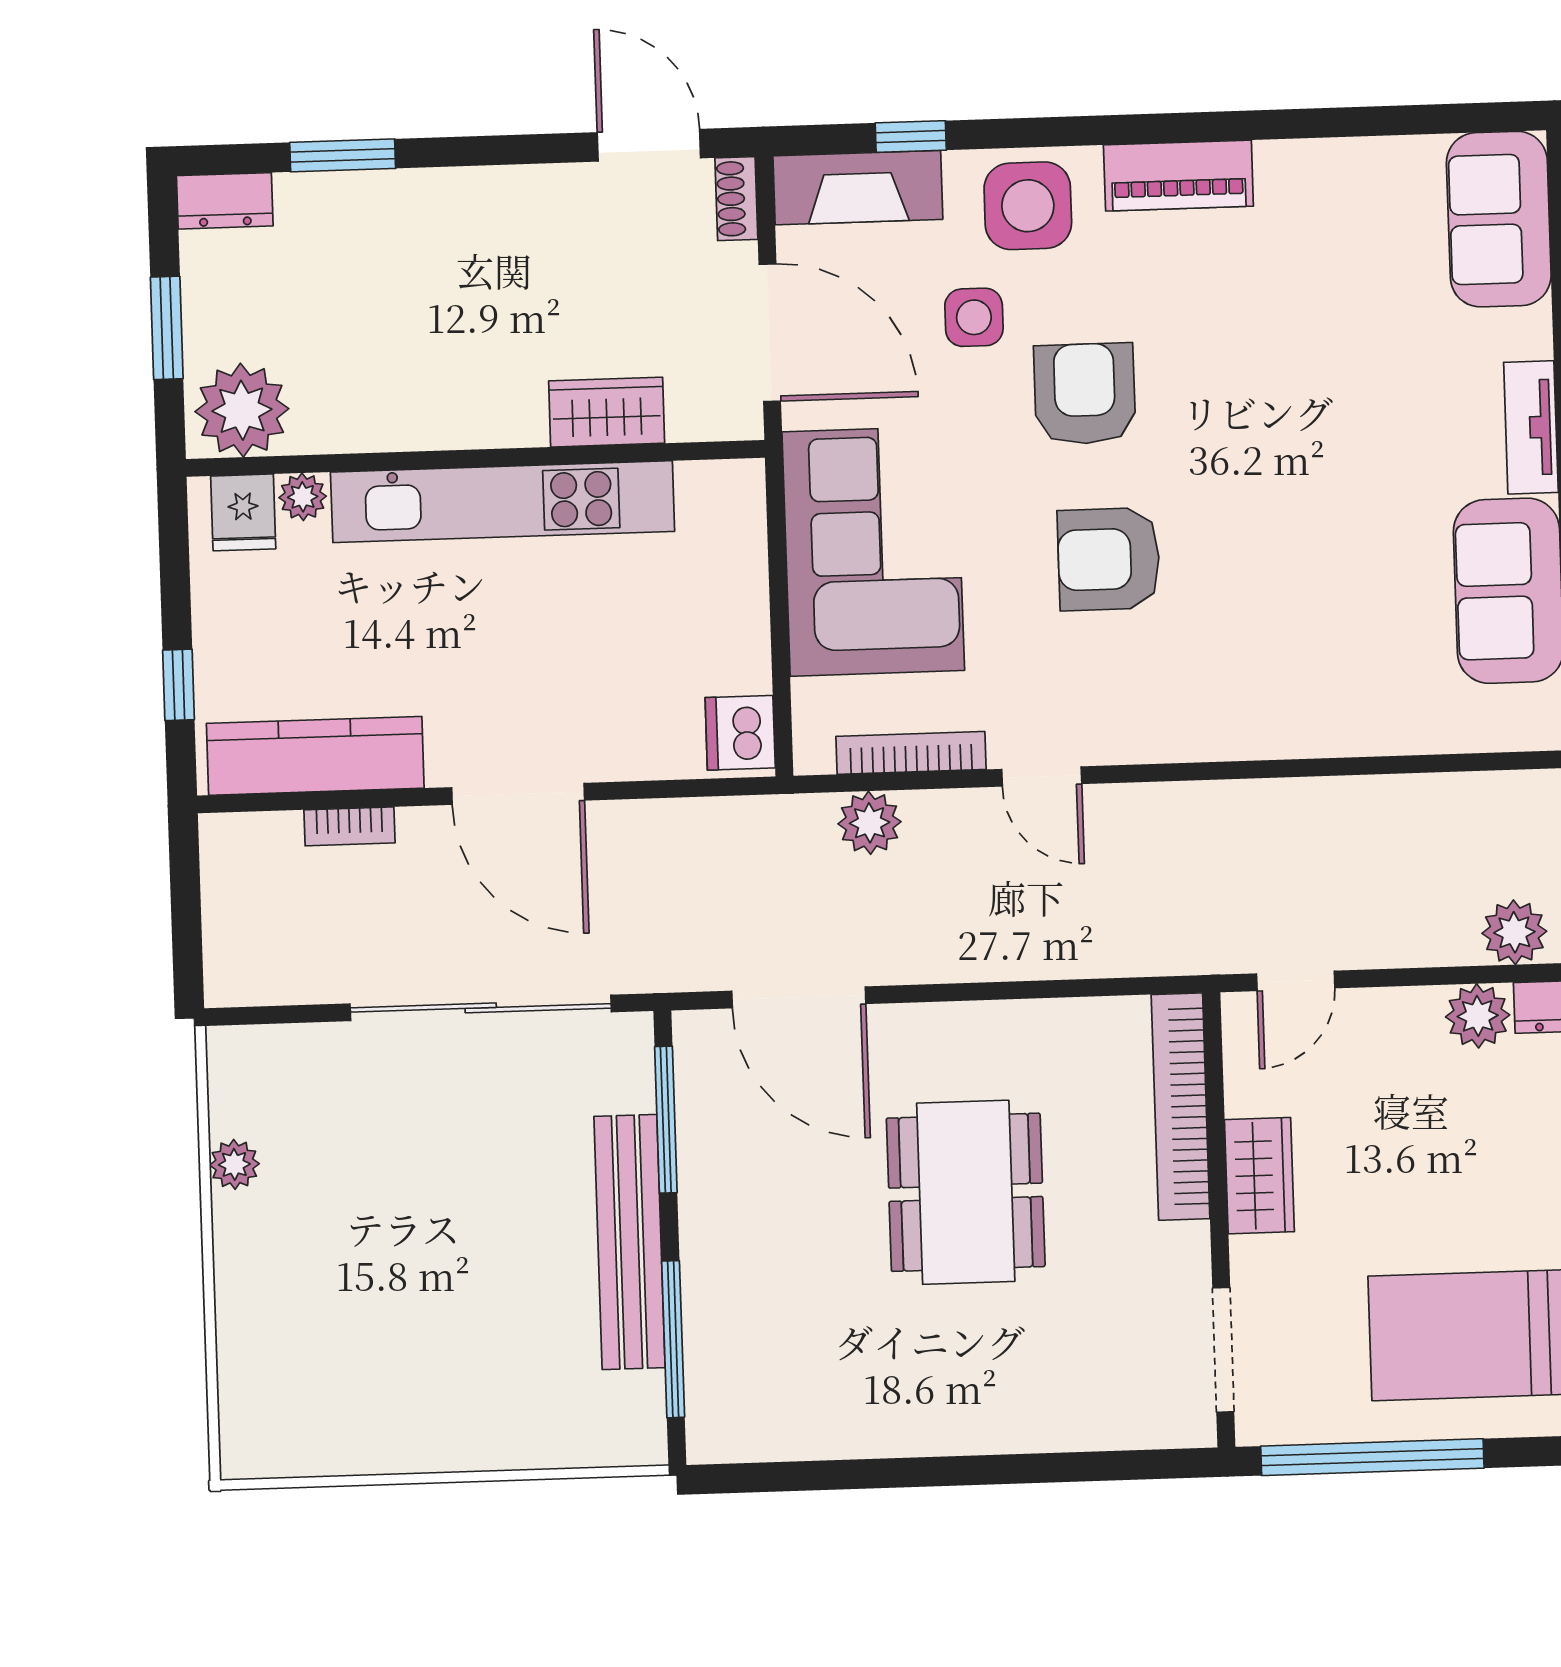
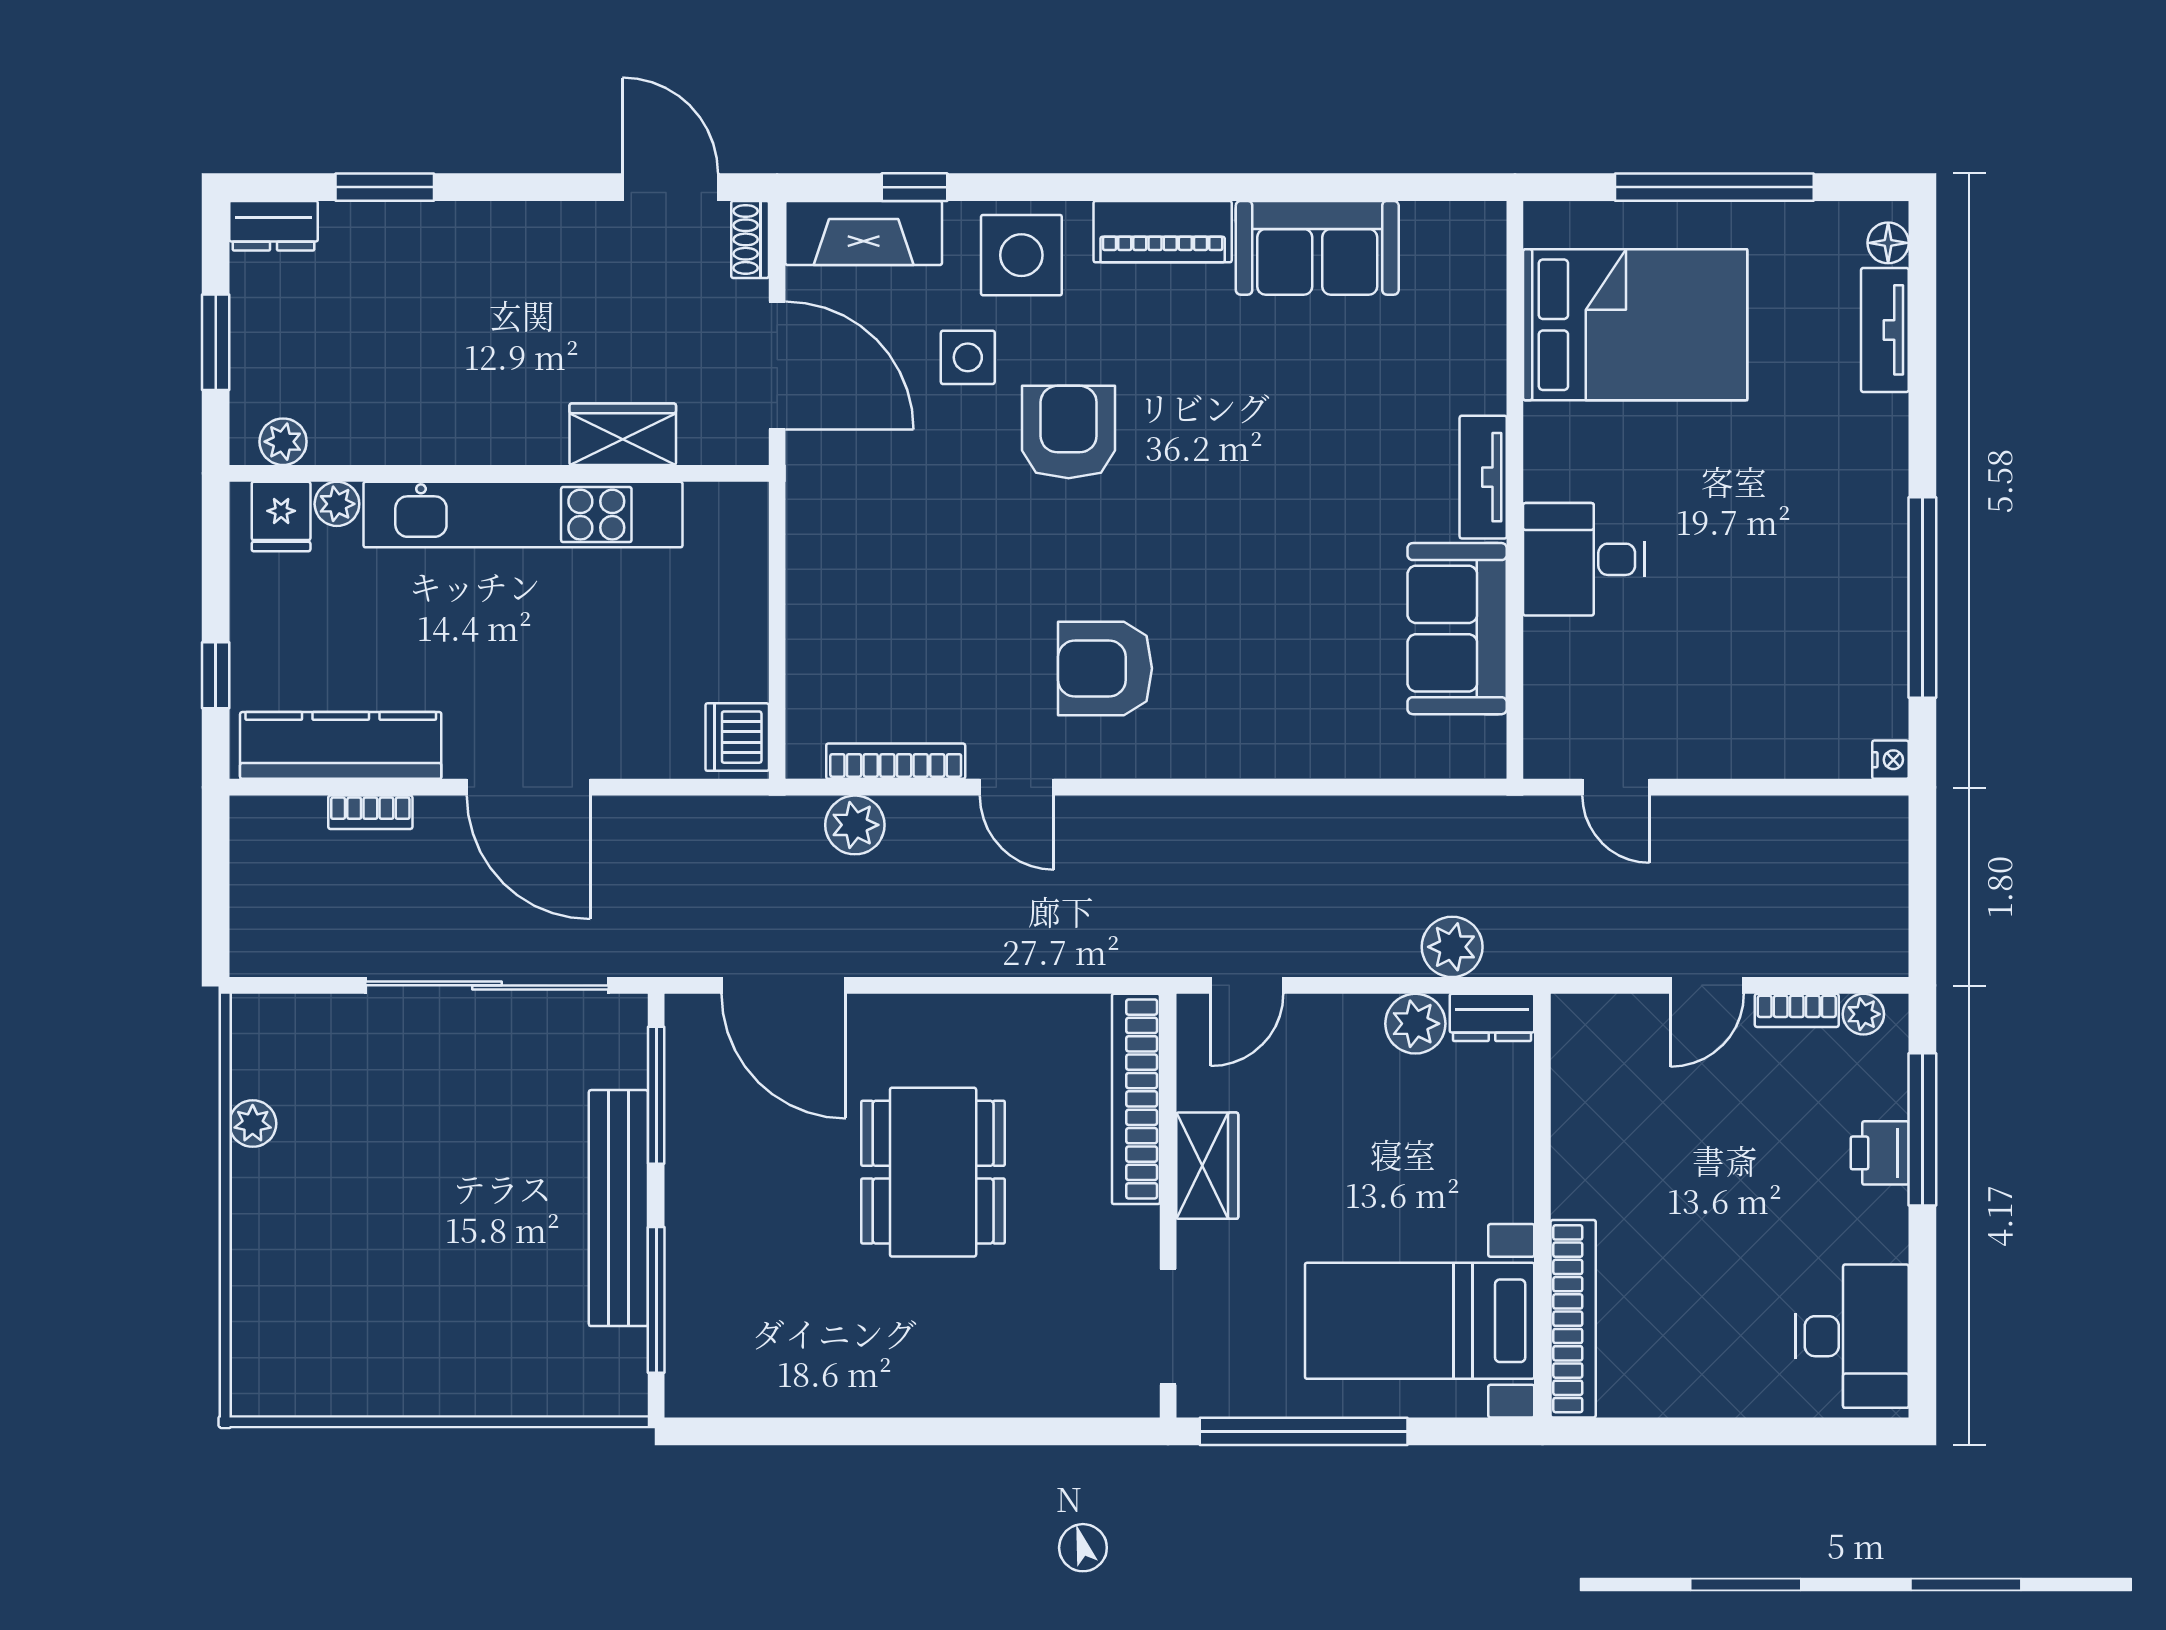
sofa: (1499, 219) -> (1317, 248), moved, turned -90
plant: (242, 410) -> (283, 442), width x0.53, depth x0.53
corner sofa: (873, 551) -> (867, 572), removed
armchair: (1109, 559) -> (1105, 668), moved

